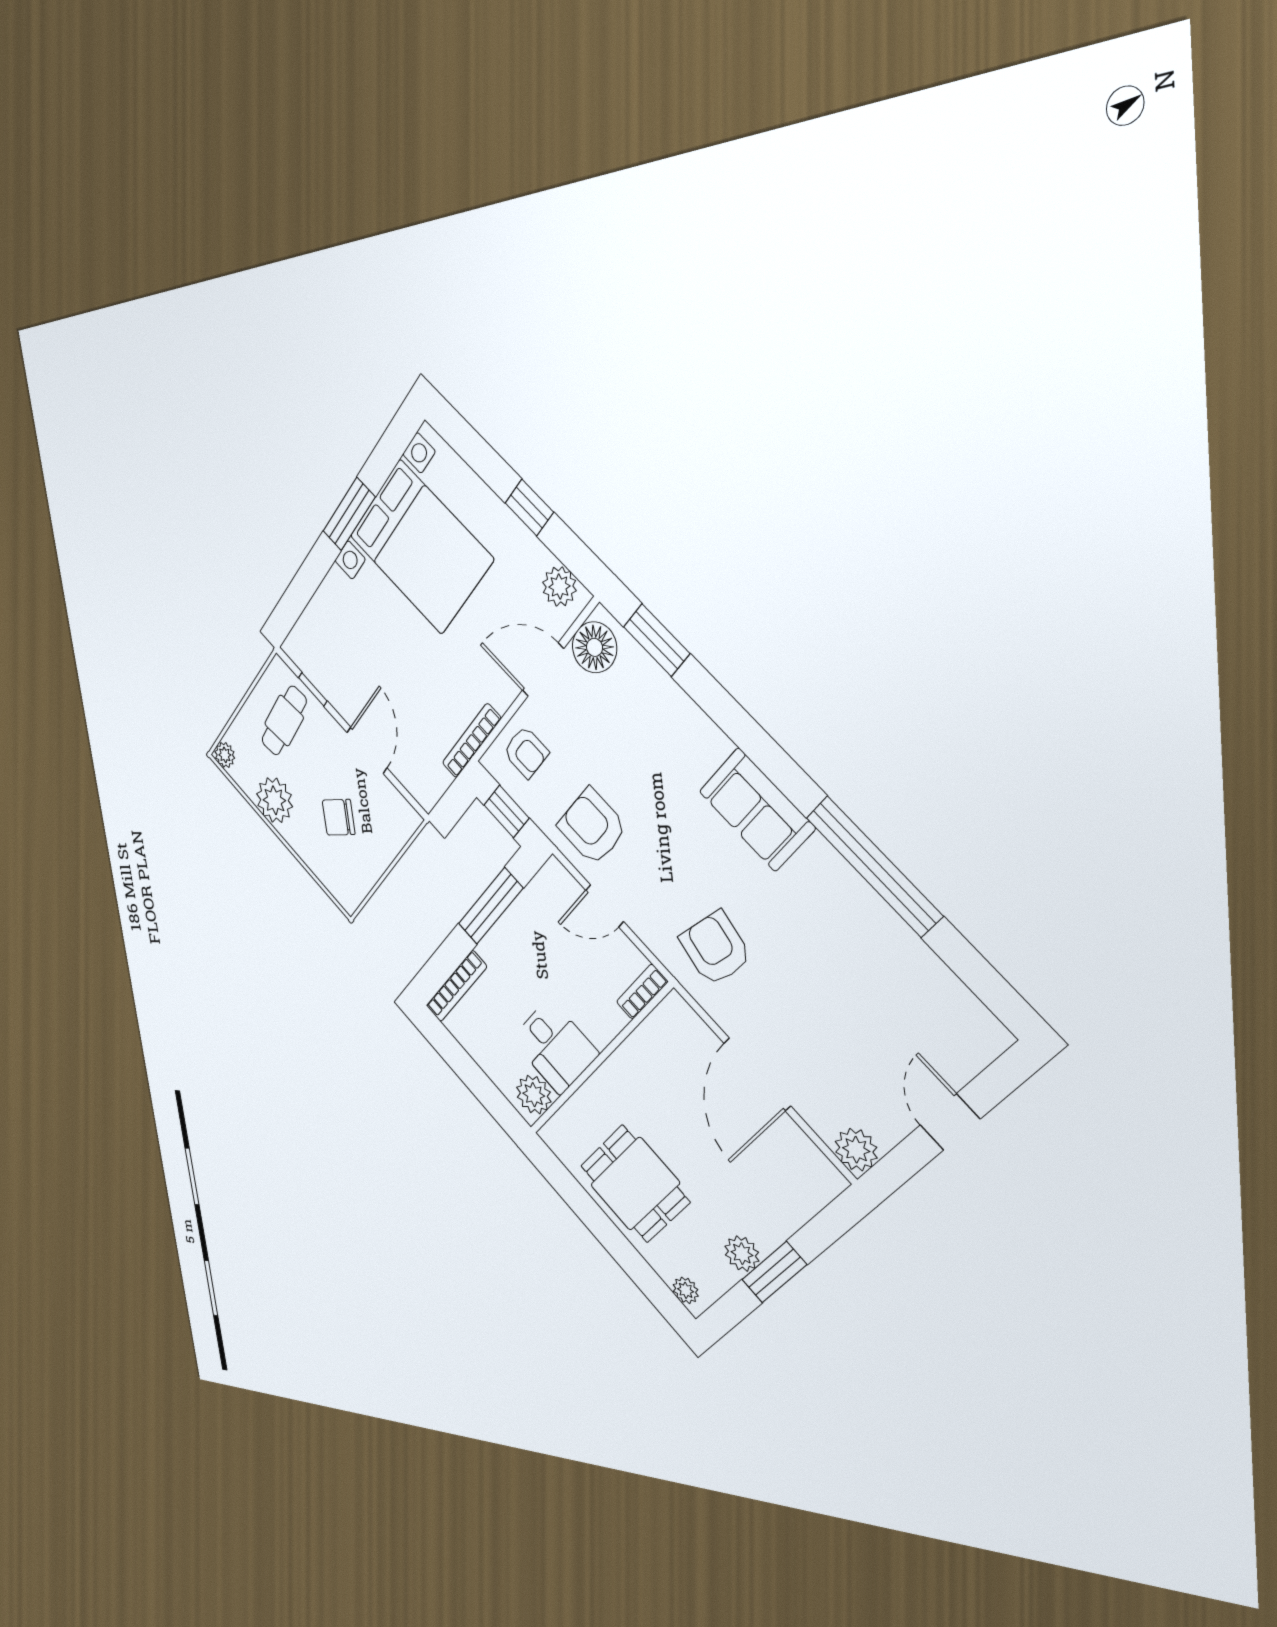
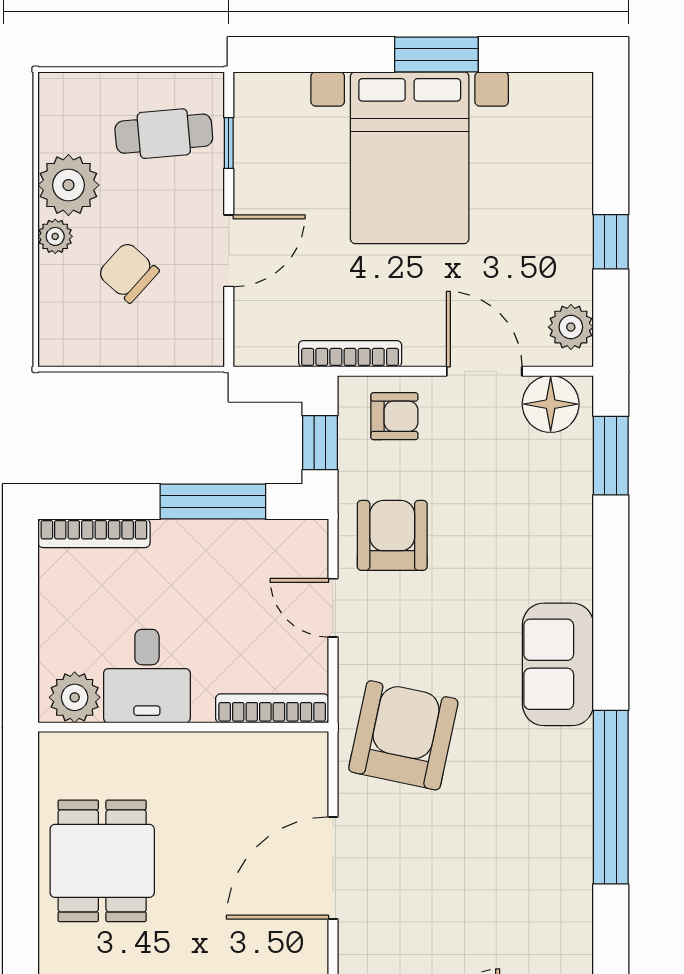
bed with nightstands: (421, 547) -> (410, 158), moved
armchair: (526, 752) -> (394, 416), turned -90
plant: (225, 755) -> (55, 236), moved
armchair: (715, 948) -> (403, 735), width x1.36, depth x1.36
bookcase: (642, 992) -> (272, 708), width x1.56

